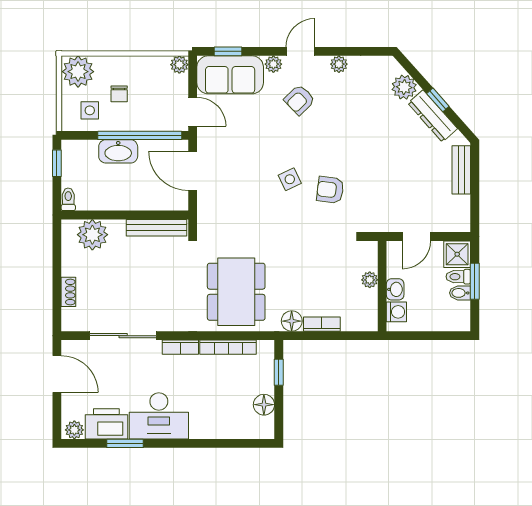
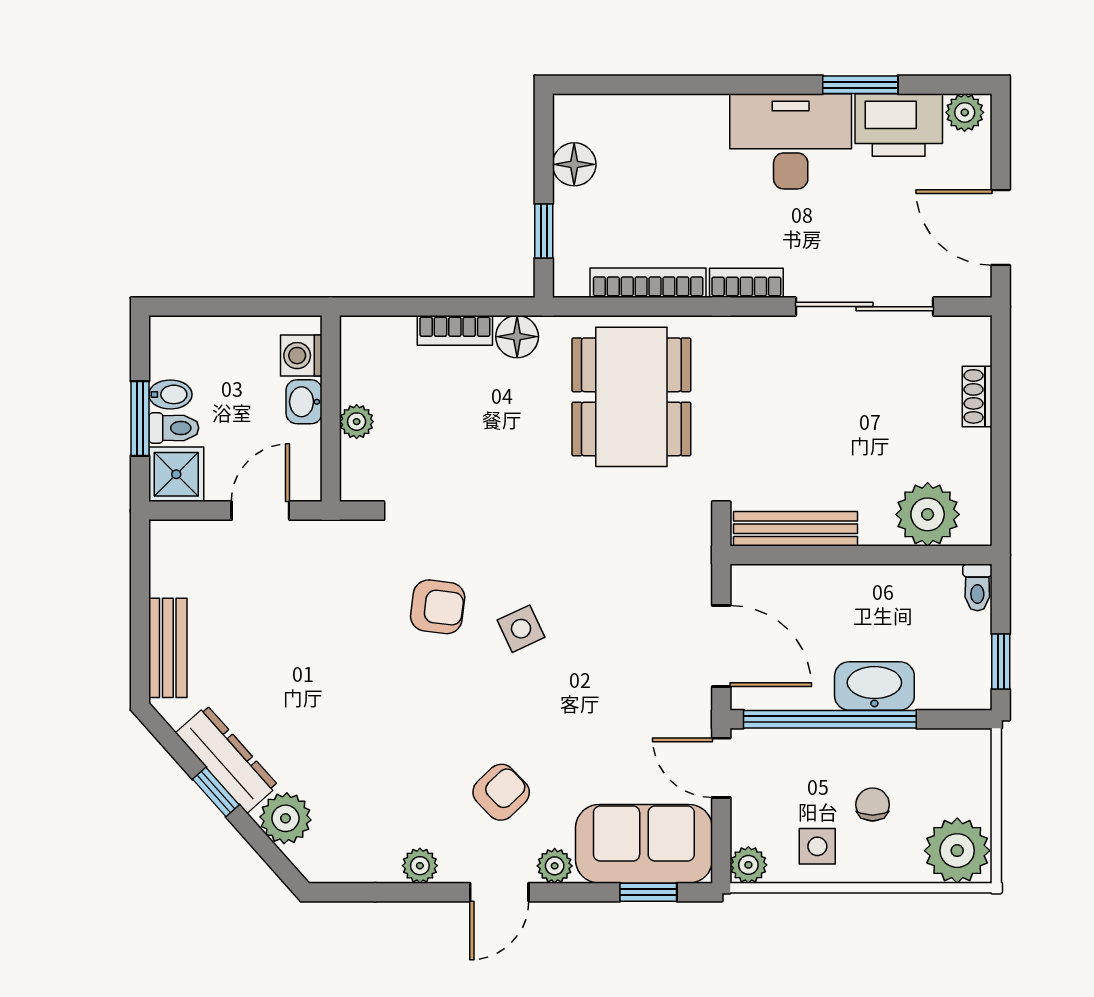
side table: (90, 110) -> (817, 846), moved

